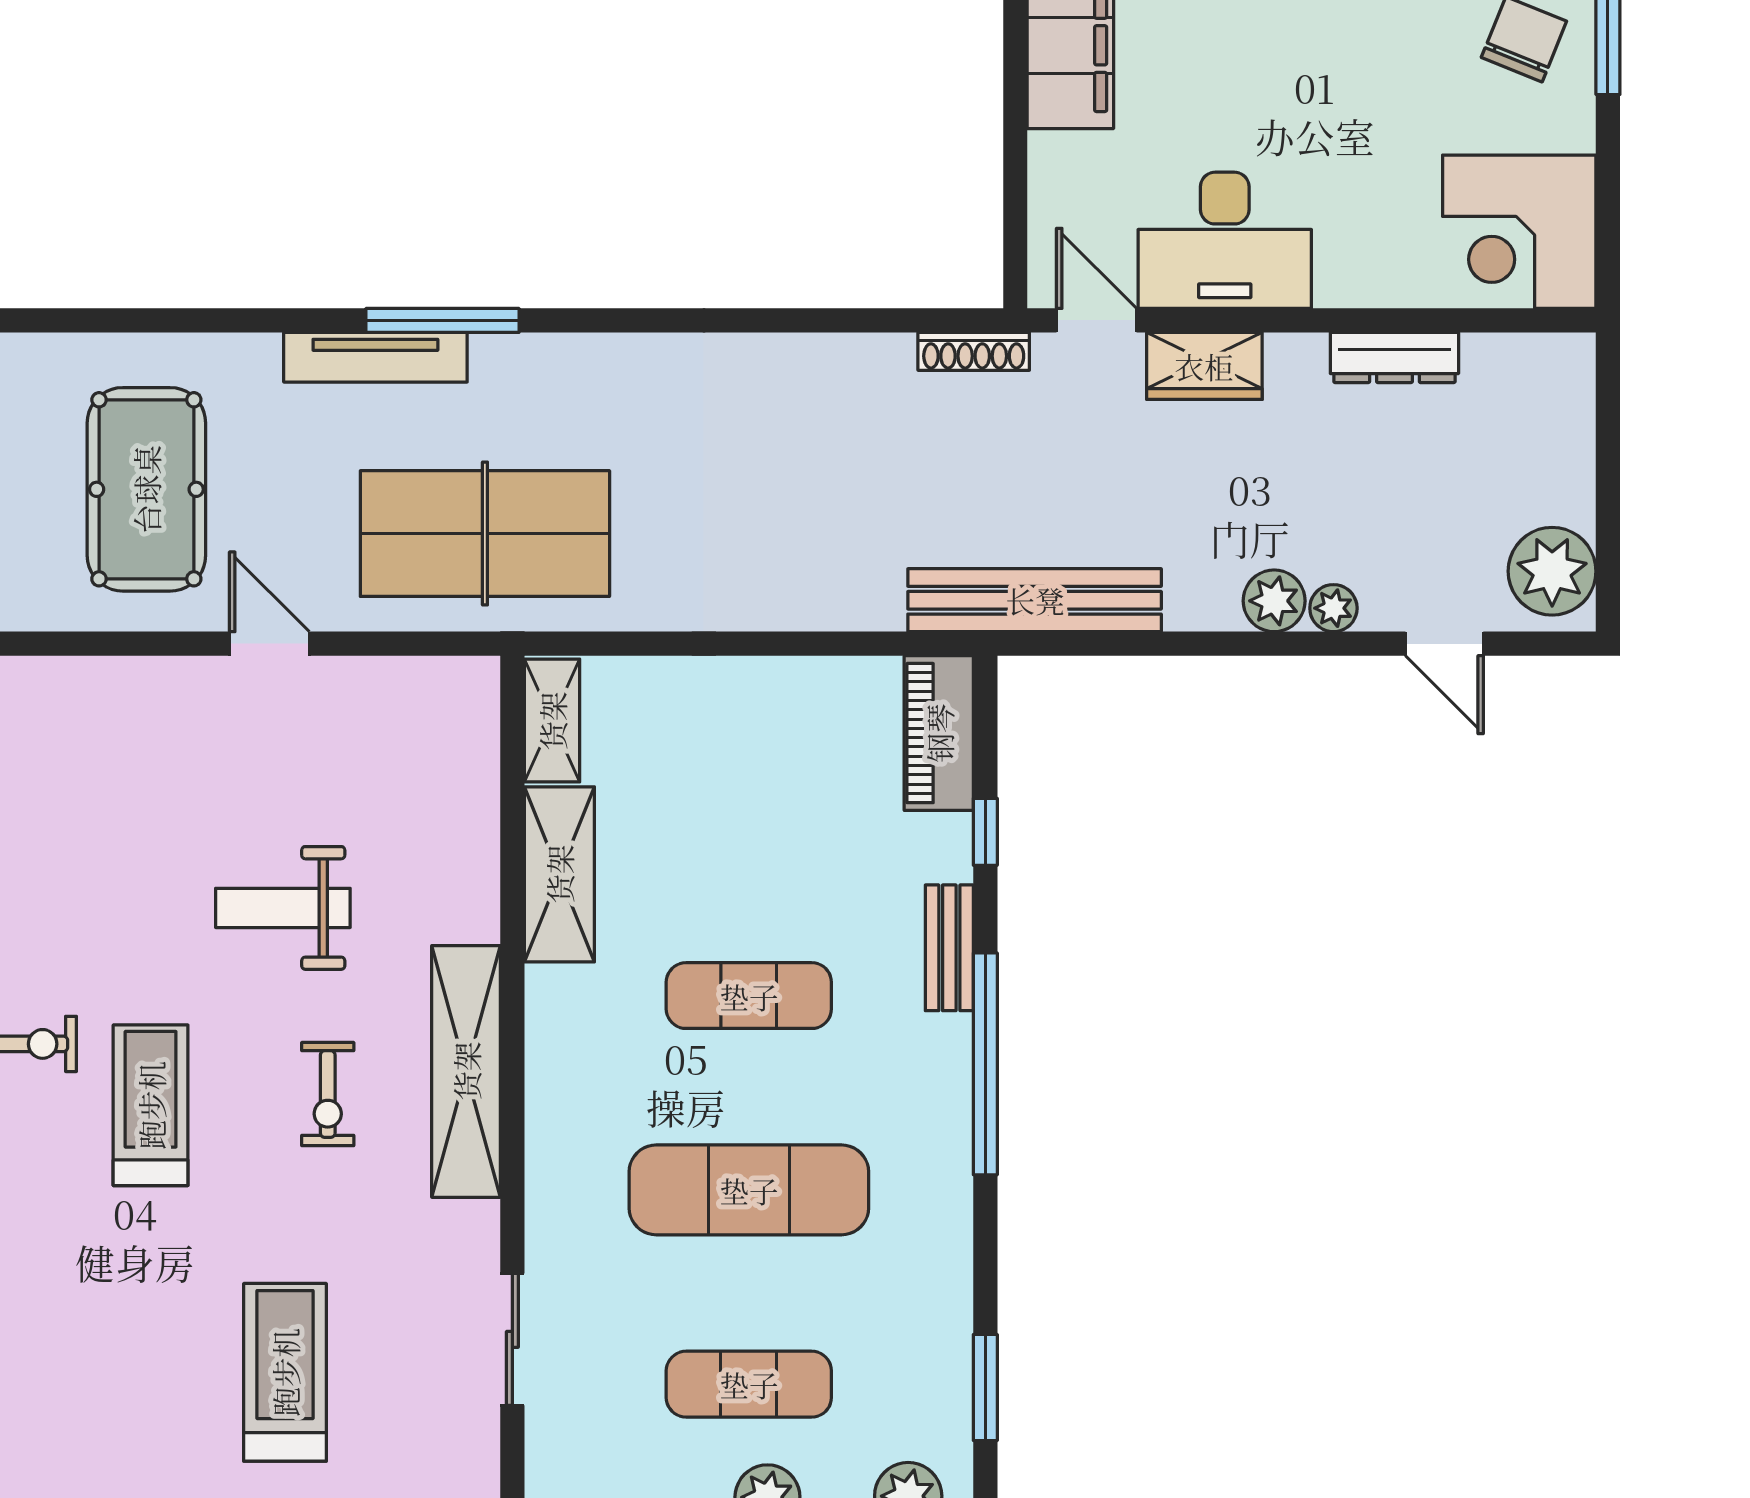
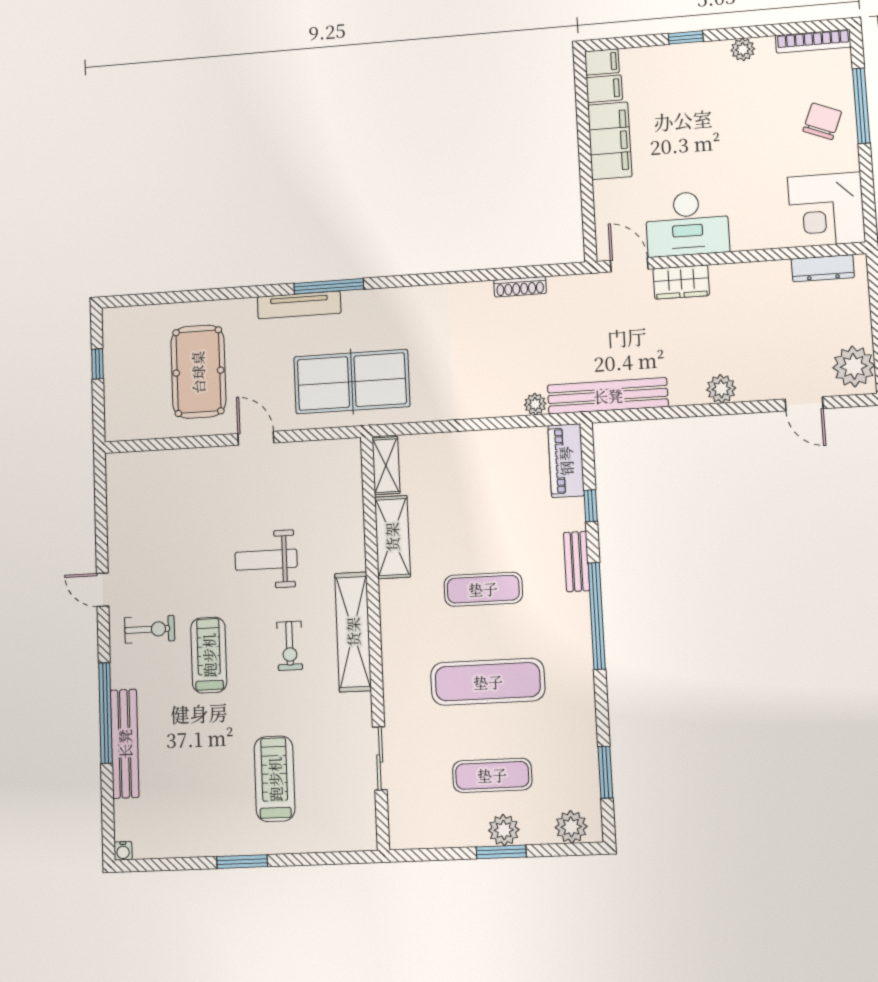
shoe rack: (974, 351) -> (520, 287), moved
dresser: (1394, 357) -> (823, 268), moved
plant: (1333, 608) -> (535, 404), moved

